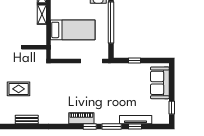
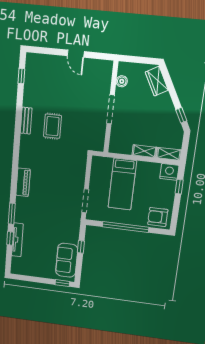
sofa: (160, 83) -> (67, 260), moved, turned -90
rug: (19, 89) -> (52, 126), moved
window: (172, 108) -> (62, 283), moved
window: (90, 127) -> (13, 190), removed

